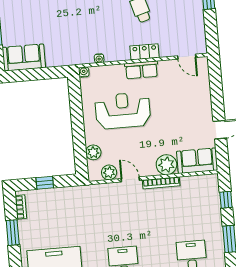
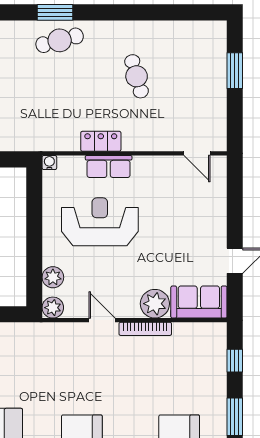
locker: (145, 52) -> (101, 141), moved
water cooler: (99, 58) -> (73, 145), removed
row of seats: (141, 70) -> (109, 166), moved
plant: (109, 172) -> (53, 308), moved

